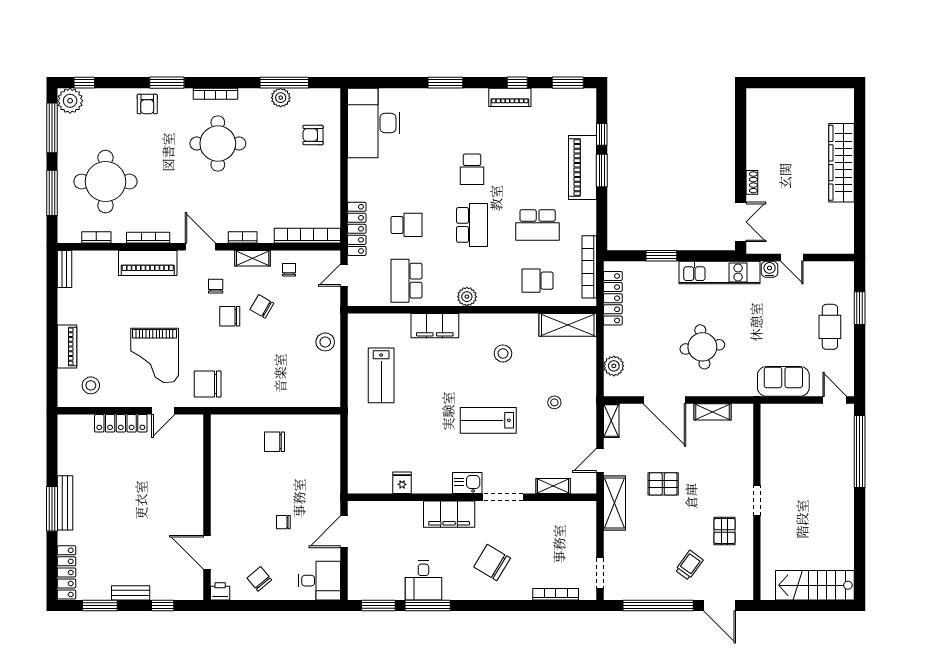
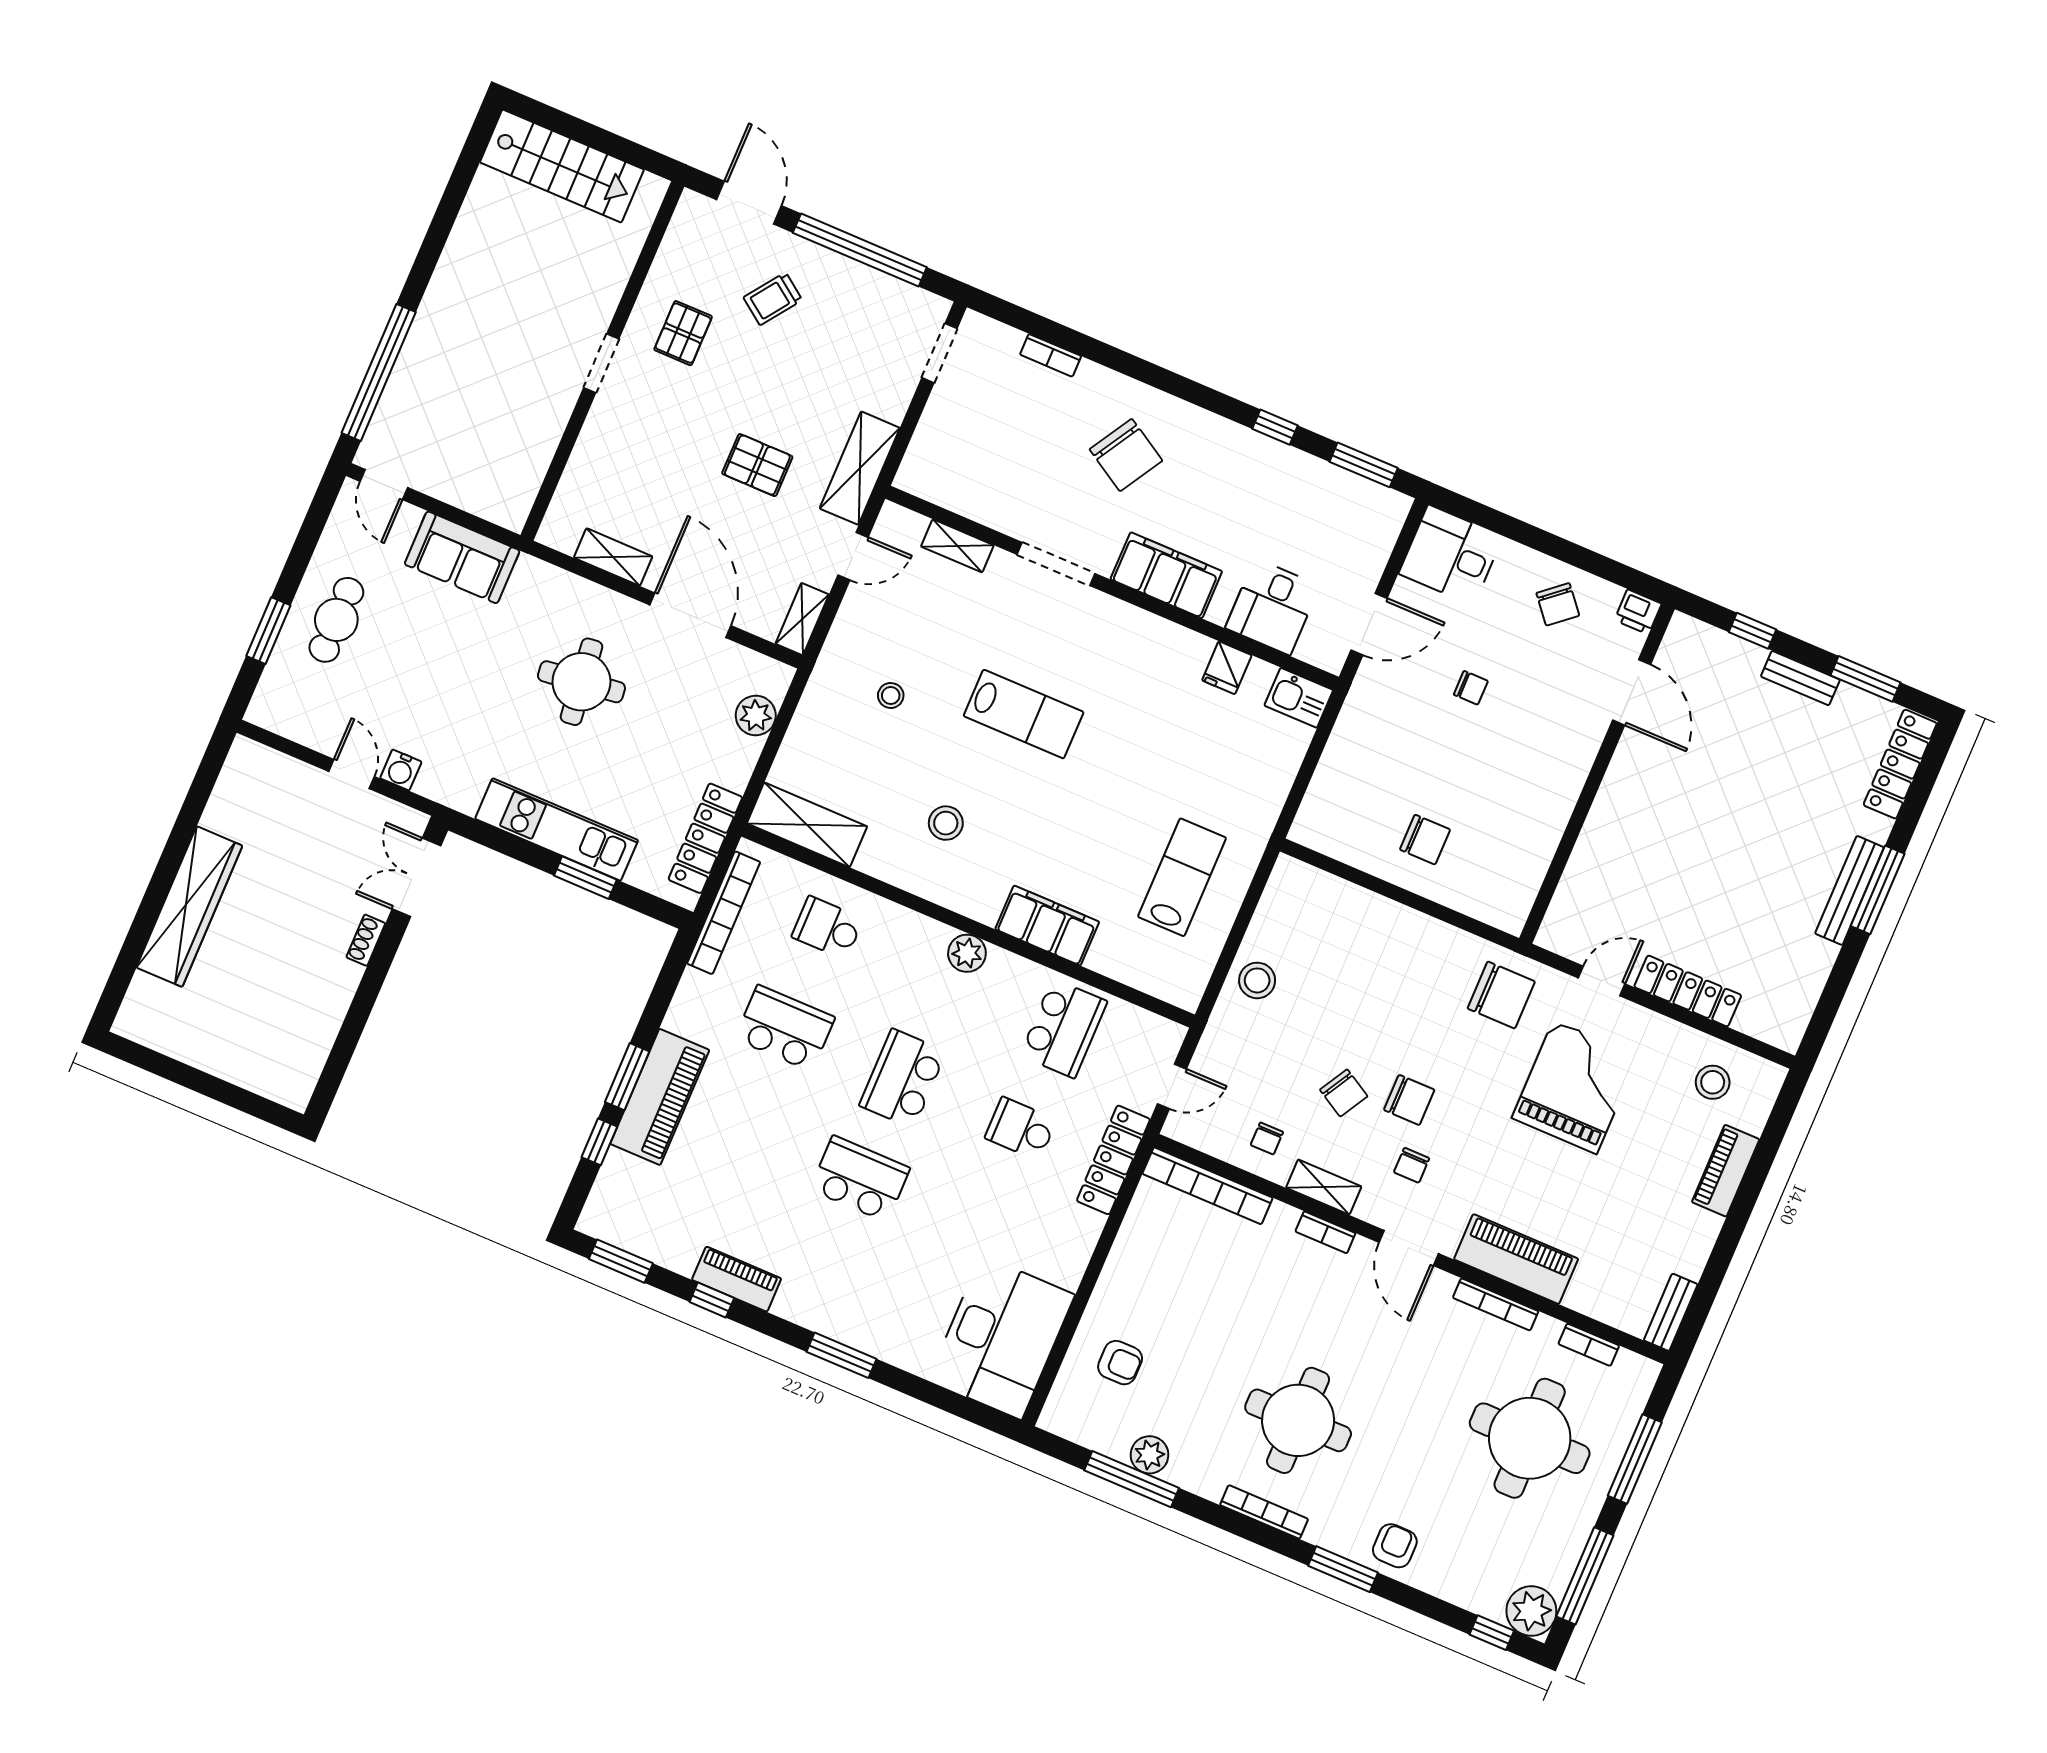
school desk: (472, 169) -> (860, 1179), width x1.85
kitchen unit: (719, 273) -> (557, 829), moved
school desk: (538, 281) -> (828, 928), turned 180
kitchen sink: (467, 483) -> (1299, 698), moved
desk: (423, 580) -> (1273, 607), moved, turned 180
bookcase: (556, 594) -> (1051, 355), width x0.64
window: (428, 605) -> (1275, 427), width x0.46

